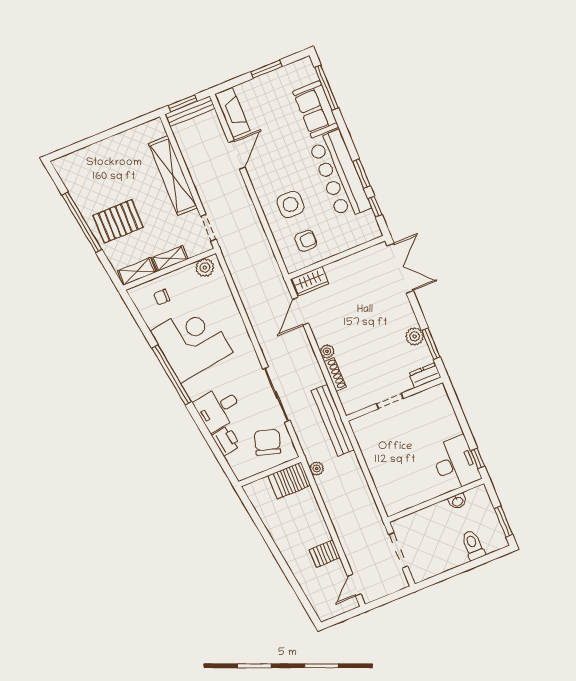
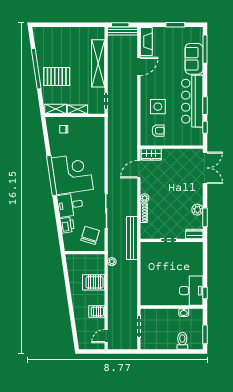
plant: (205, 268) -> (95, 123), removed
corner desk: (192, 342) -> (72, 174), moved
server rack: (289, 480) -> (94, 282), moved

